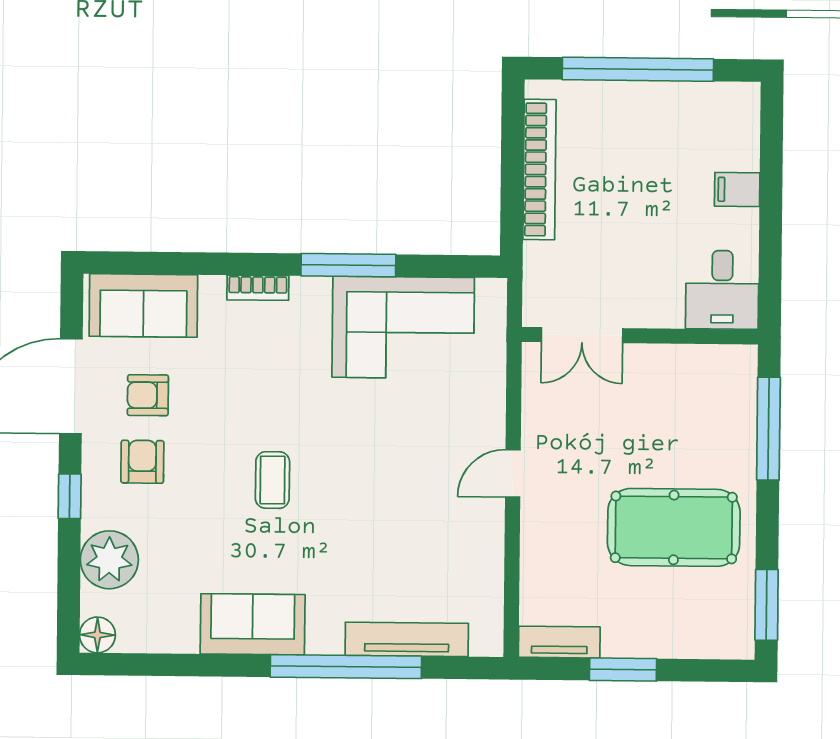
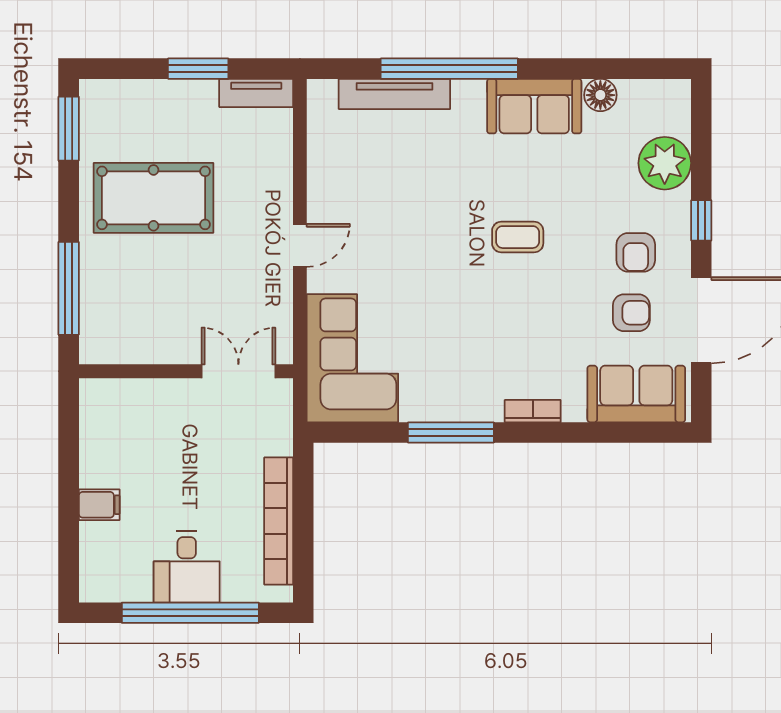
desk: (722, 290) -> (187, 567), moved, turned 180
corner sofa: (403, 327) -> (352, 358), moved, turned 90
coffee table: (272, 480) -> (518, 237), turned 90
floor lamp: (97, 635) -> (600, 95), moved

